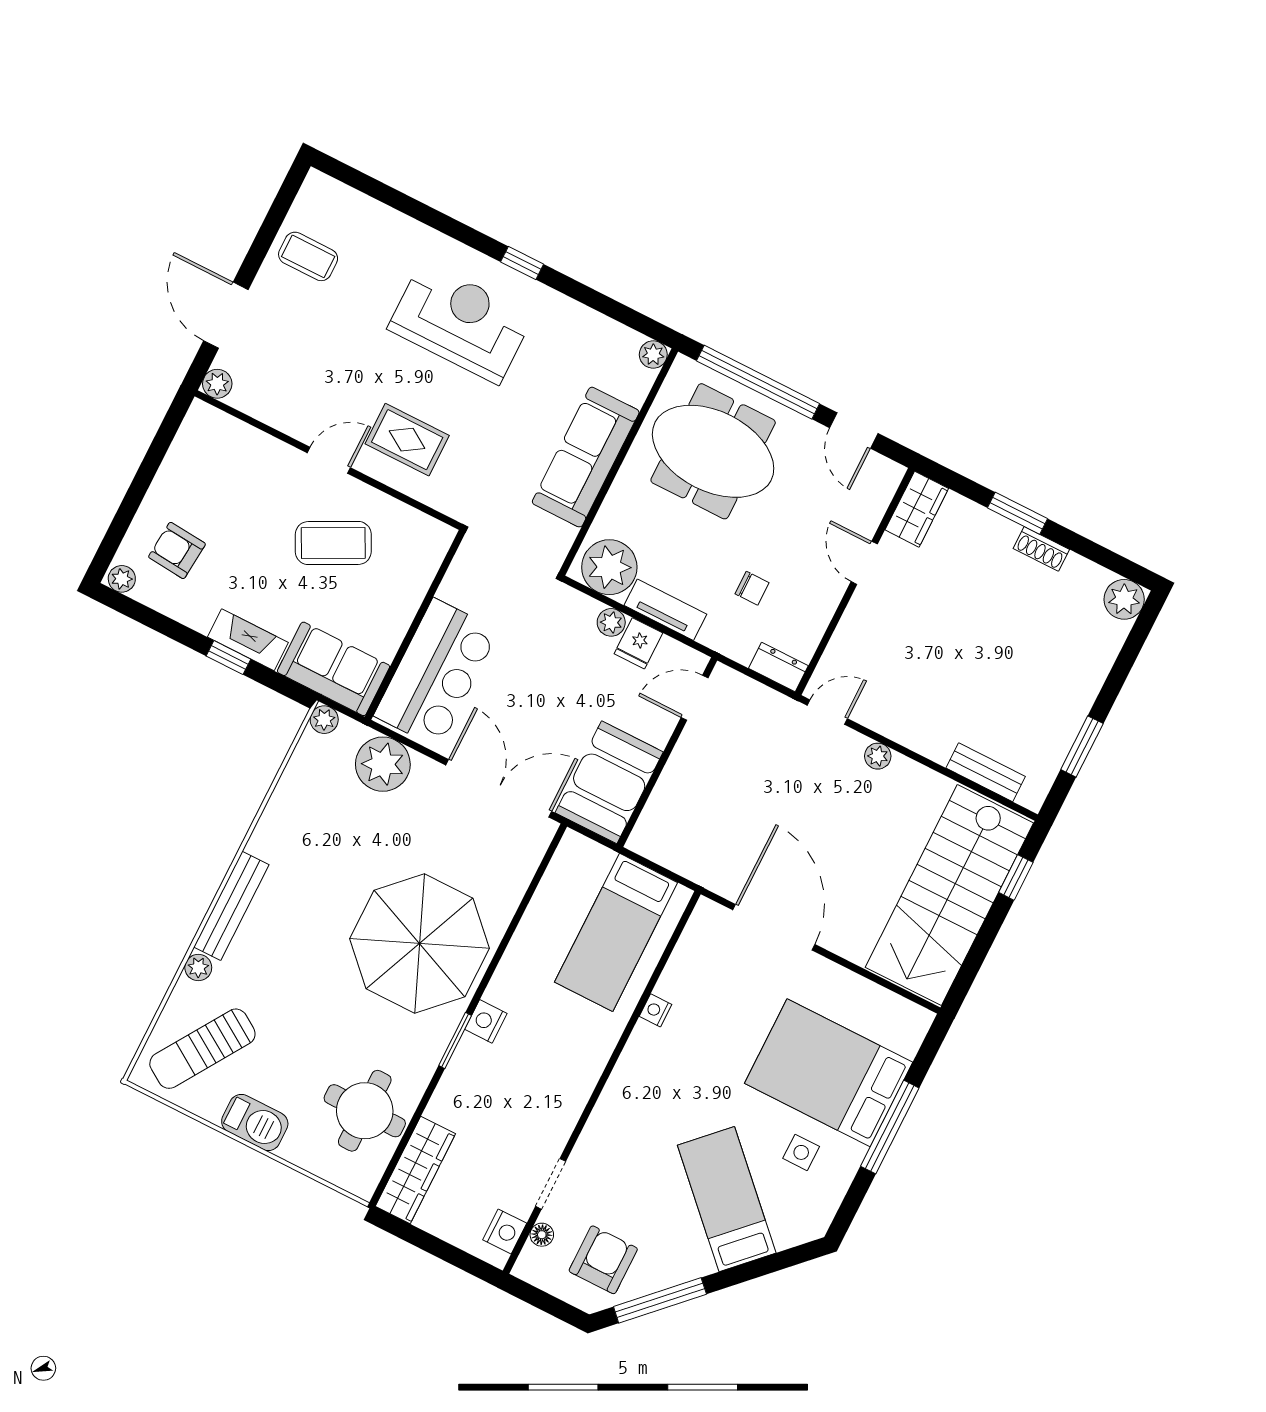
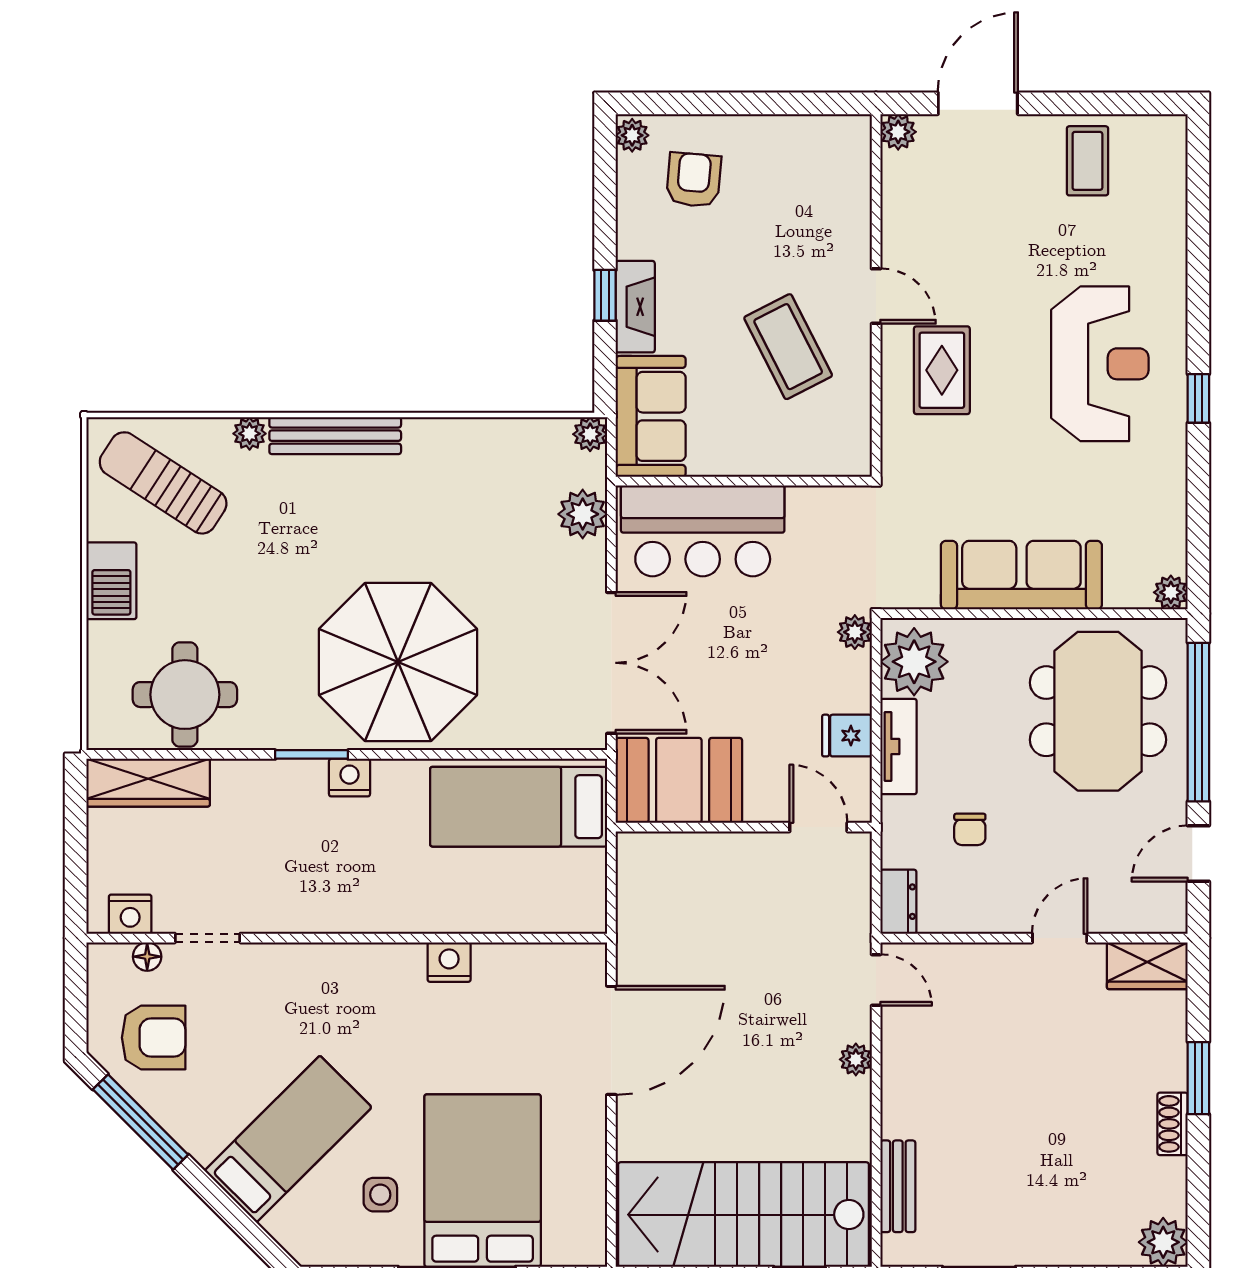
plant: (611, 622) -> (855, 632), moved
plant: (383, 764) -> (583, 514), width x0.73, depth x0.73
bed: (616, 932) -> (519, 807), moved
nightstand: (655, 1010) -> (449, 962), width x1.39, depth x1.35

